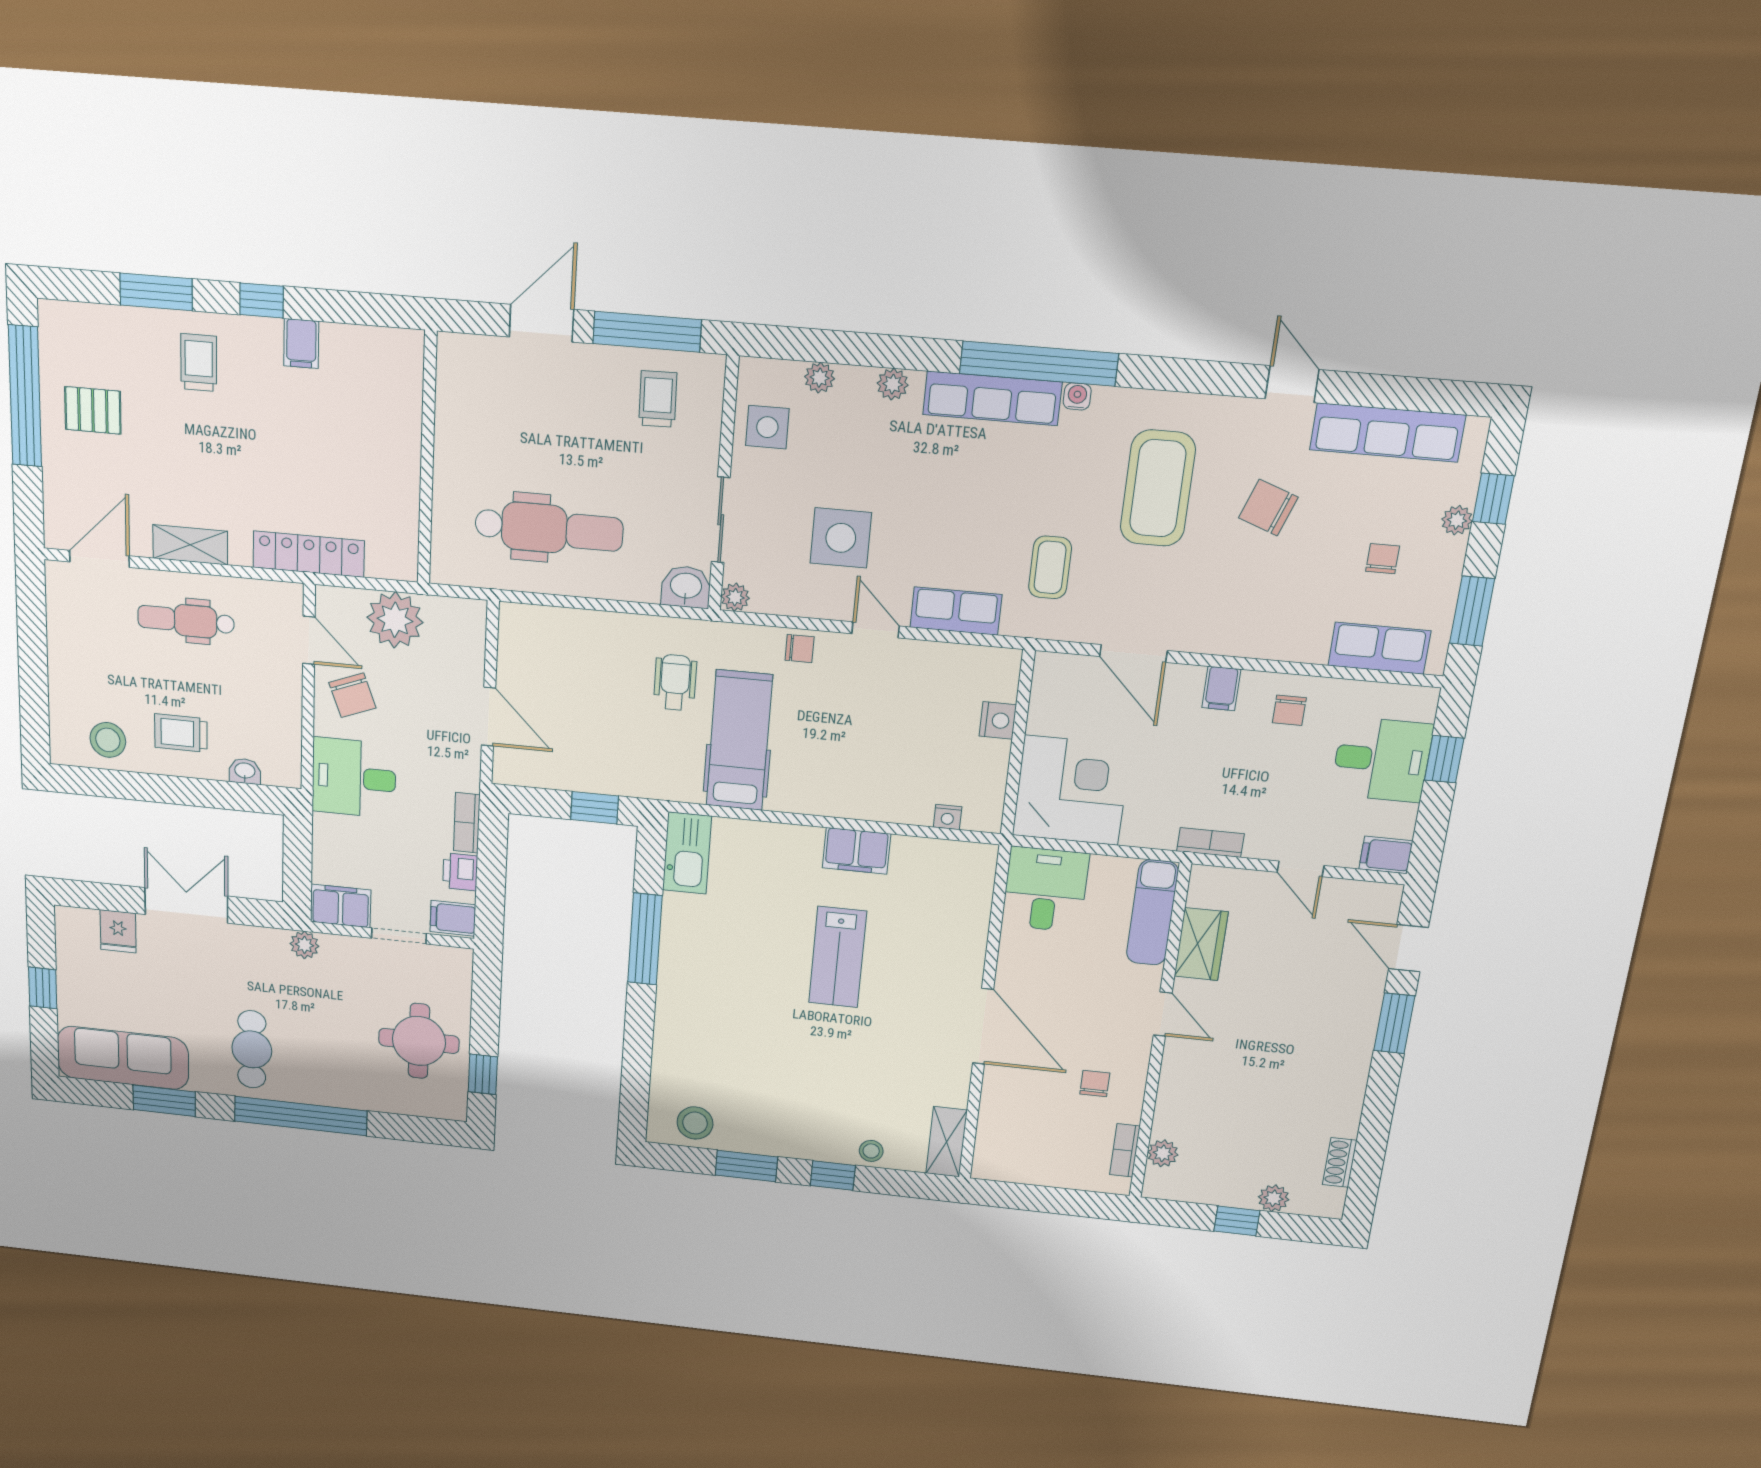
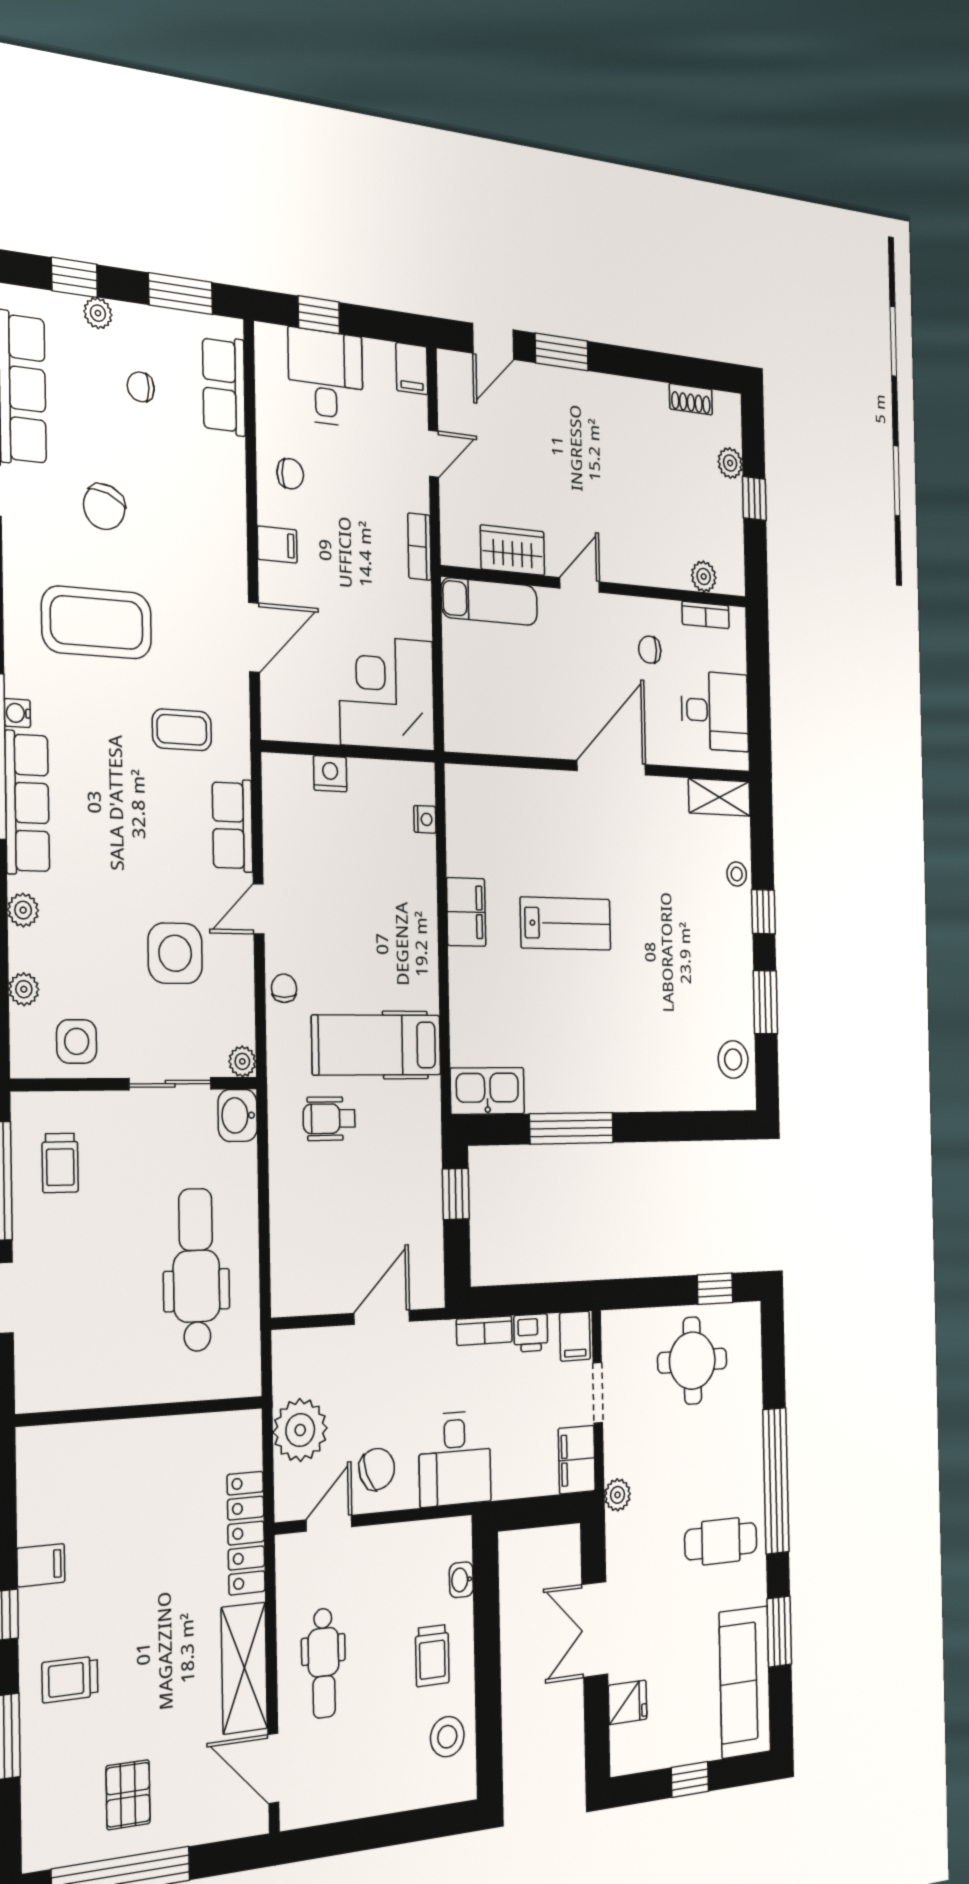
trolley: (658, 399) -> (60, 1163), turned -89
shelving: (190, 545) -> (244, 1668), width x1.50, depth x1.33
desk: (1045, 889) -> (715, 711), moved, turned 180

